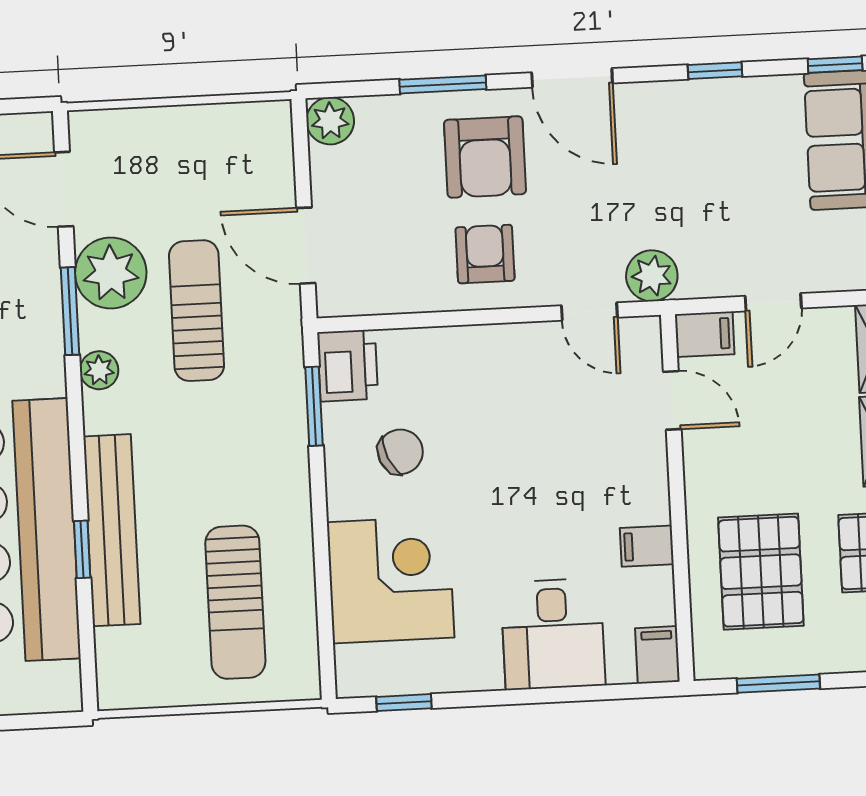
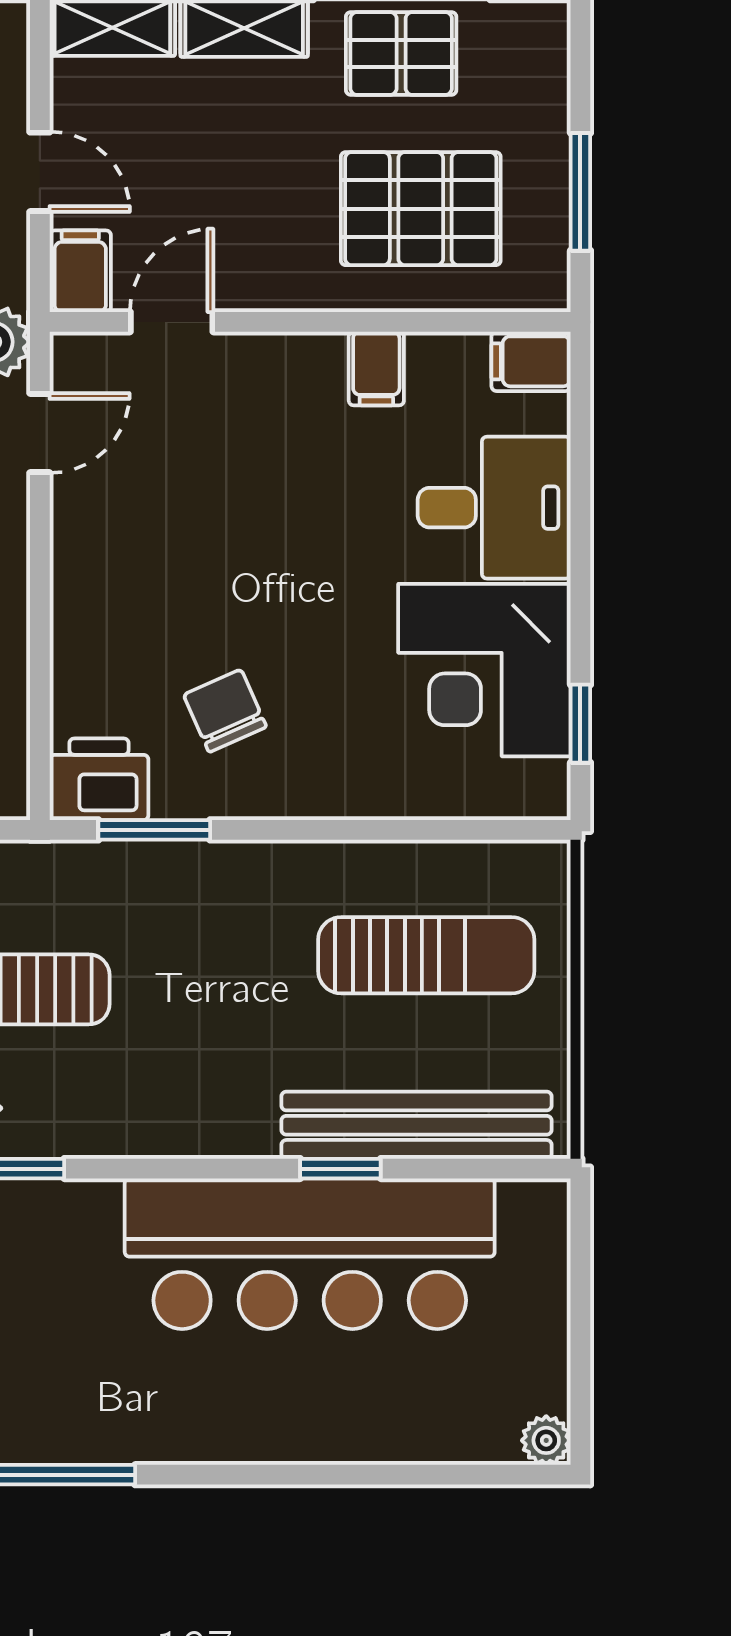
plant: (99, 370) -> (88, 1132), removed
bench: (112, 530) -> (417, 1125), moved
corner desk: (391, 580) -> (484, 670), moved, turned -90

